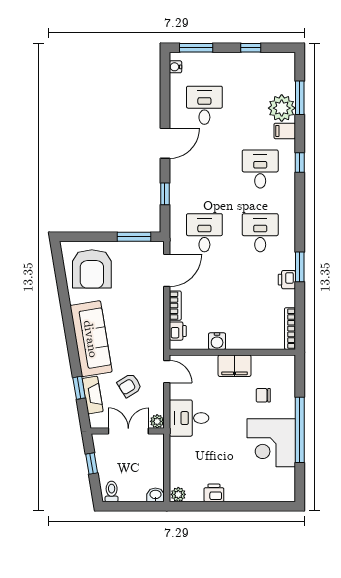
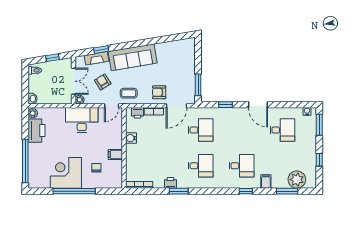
plant: (282, 108) -> (297, 180), moved
armchair: (92, 269) -> (159, 92), moved, width x0.53, depth x0.53
door: (167, 270) -> (176, 106), hinge flipped
coffee table: (147, 345) -> (129, 93), added
filing cabinet: (235, 366) -> (115, 155), width x0.50
desk: (189, 418) -> (82, 120), width x1.37
printer: (214, 493) -> (36, 131), width x1.87, depth x1.48
window: (253, 506) -> (25, 161), added

